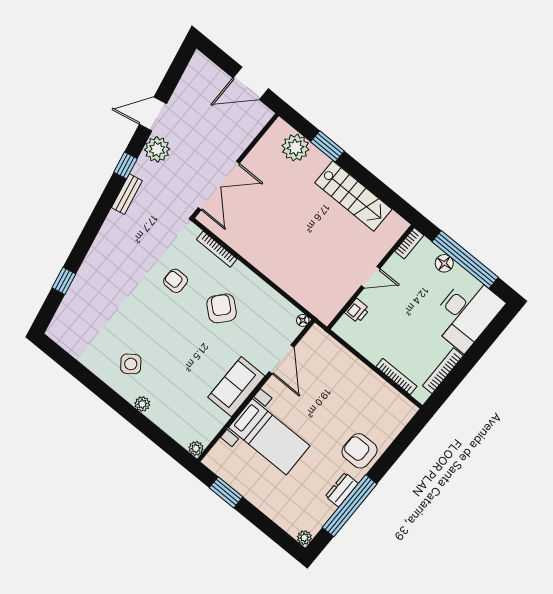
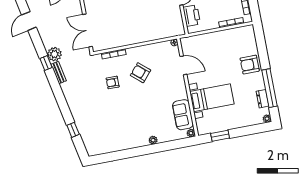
door: (153, 114) -> (29, 21), moved
plant: (157, 149) -> (54, 54), moved
double door: (219, 186) -> (87, 30), swing flipped
printer: (357, 311) -> (192, 16), width x1.87, depth x1.48
side table: (131, 364) -> (132, 131), removed
sofa: (236, 387) -> (183, 115), moved
dresser: (342, 490) -> (262, 99), moved

